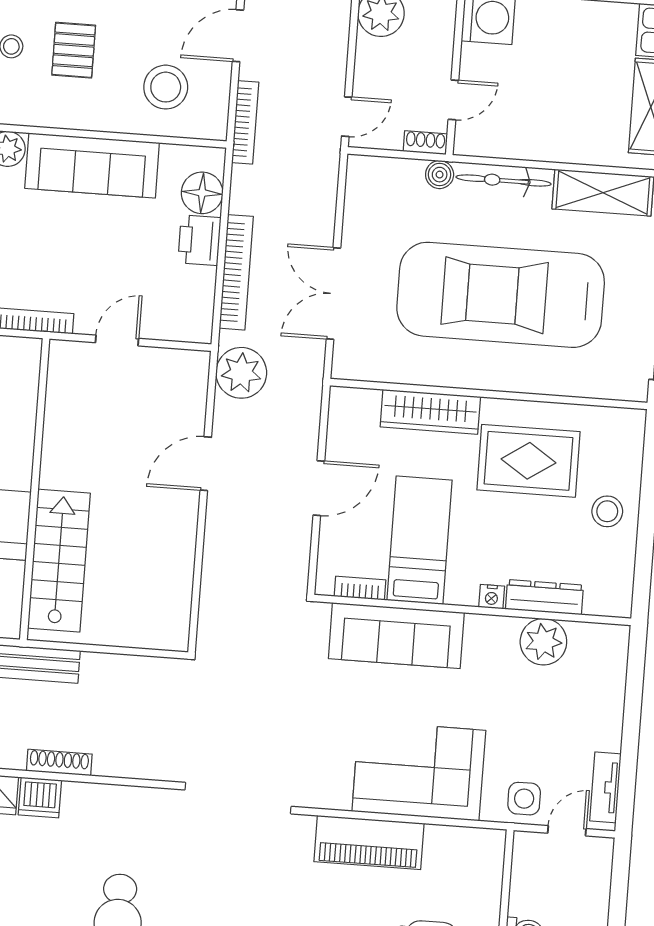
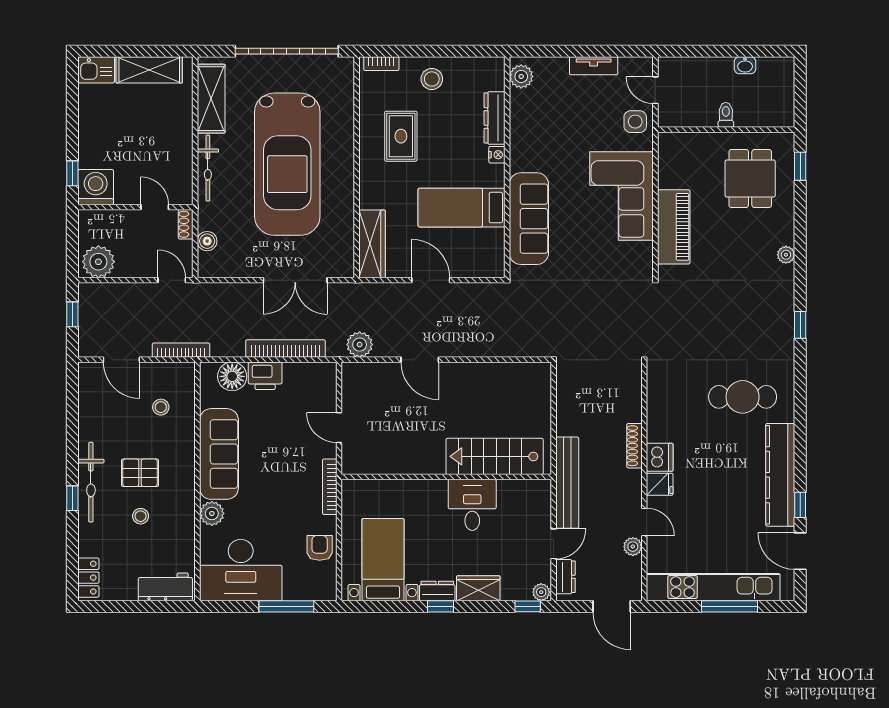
stool: (166, 87) -> (161, 407), width x0.53, depth x0.53
boiler: (440, 175) -> (207, 241), moved
plant: (241, 373) -> (360, 345), width x0.73, depth x0.73
wardrobe: (430, 412) -> (372, 244), moved
rug: (528, 461) -> (401, 136), width x0.73, depth x0.70
bookcase: (360, 588) -> (381, 64), moved, turned -90
plant: (543, 642) -> (521, 76), moved, width x0.73, depth x0.73
tv unit: (605, 787) -> (594, 66), moved

